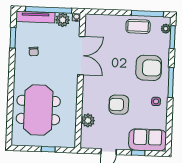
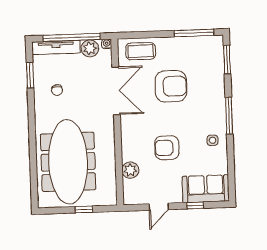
coffee table: (138, 26) -> (141, 51), moved
plant: (166, 29) -> (218, 50), removed
armchair: (149, 68) -> (171, 86), moved
meeting table: (38, 110) -> (68, 162), width x1.36

